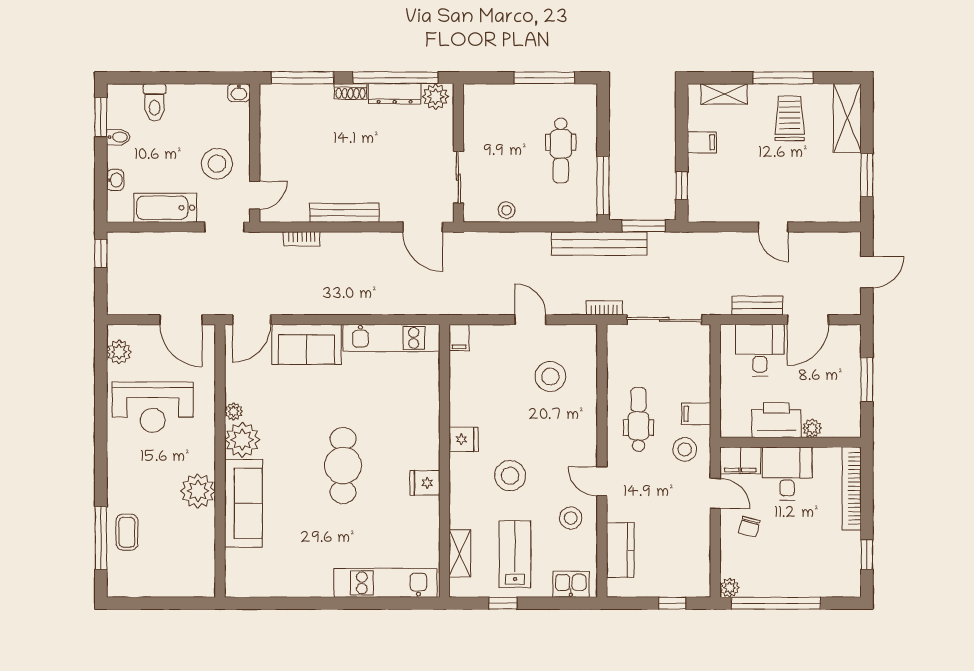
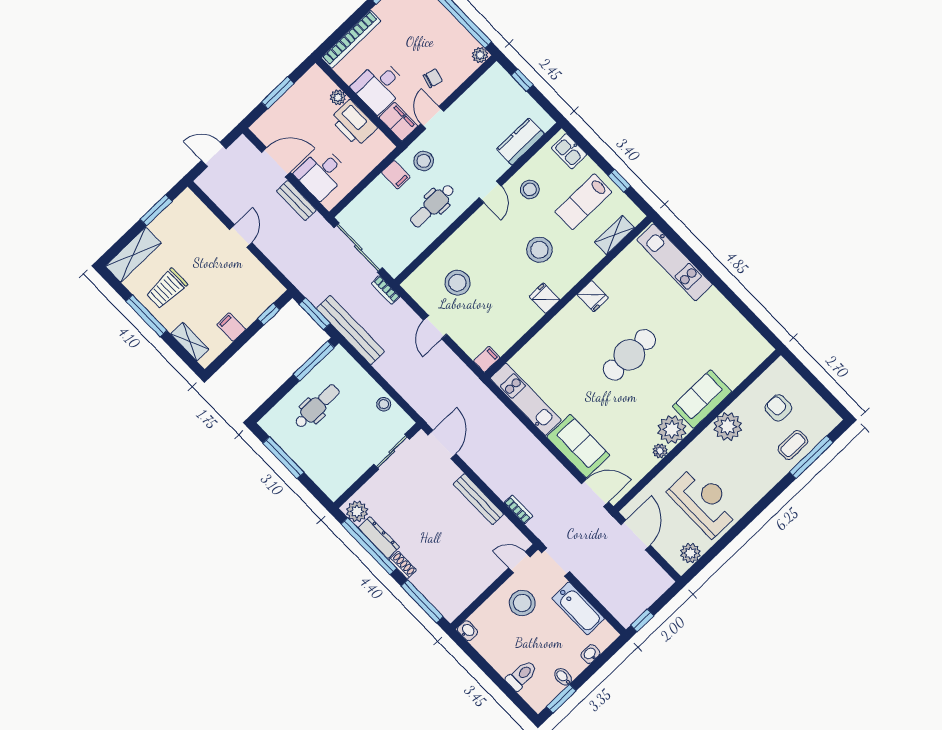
sofa: (243, 503) -> (702, 399), width x0.73
armchair: (171, 551) -> (778, 408), added

